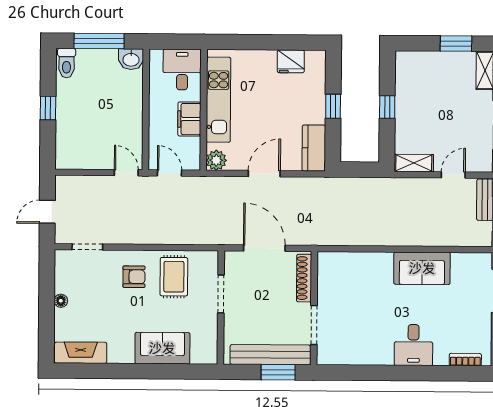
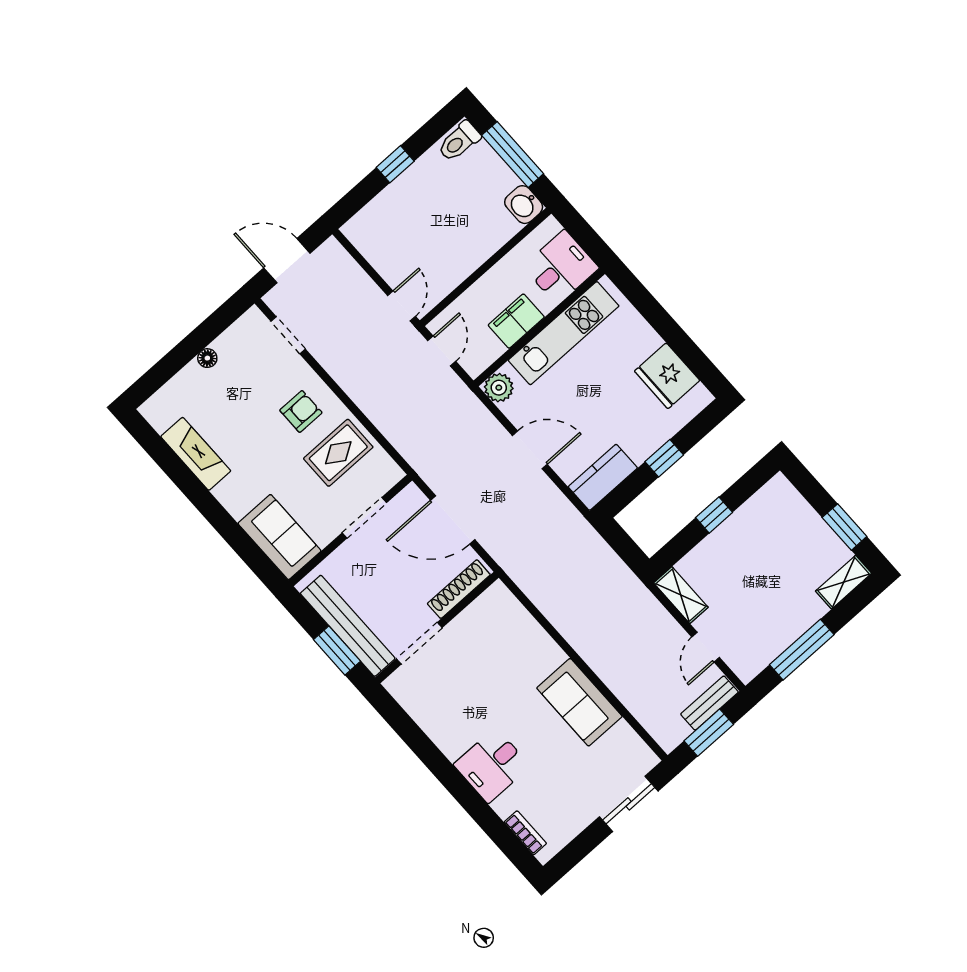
fridge: (291, 61) -> (667, 376), width x1.36, depth x1.34
door: (453, 175) -> (706, 647), swing flipped
door: (47, 212) -> (287, 261), width x1.38
door: (264, 248) -> (453, 520), swing flipped
armchair: (134, 277) -> (301, 411), turned -90
sofa: (162, 348) -> (279, 537), moved
fireplace: (81, 353) -> (196, 454), moved

